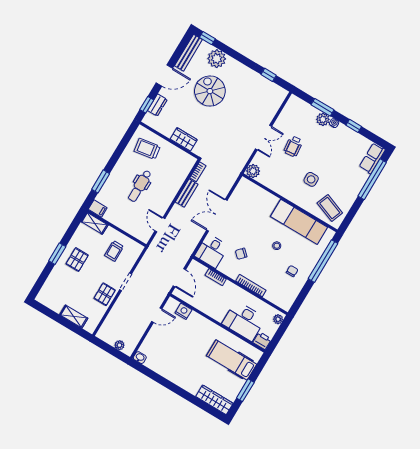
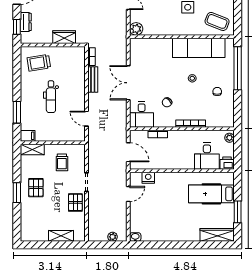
desk: (244, 321) -> (207, 156), width x0.73

